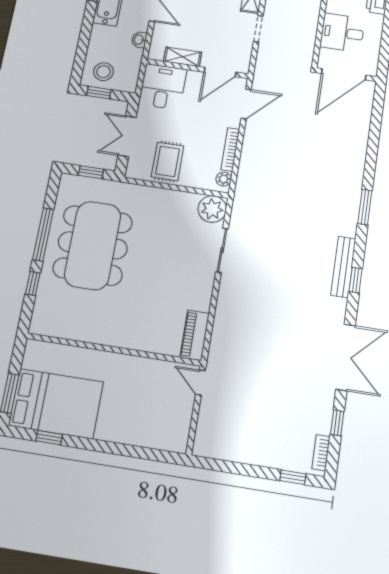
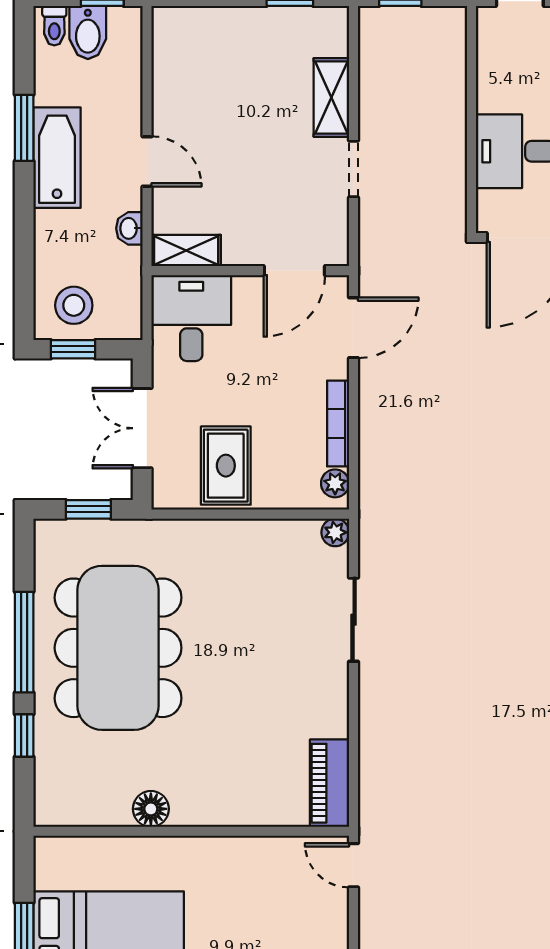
shelving: (183, 57) -> (186, 251), moved
plant: (212, 209) -> (335, 532), width x0.53, depth x0.53
floor lamp: (94, 334) -> (151, 809), added

